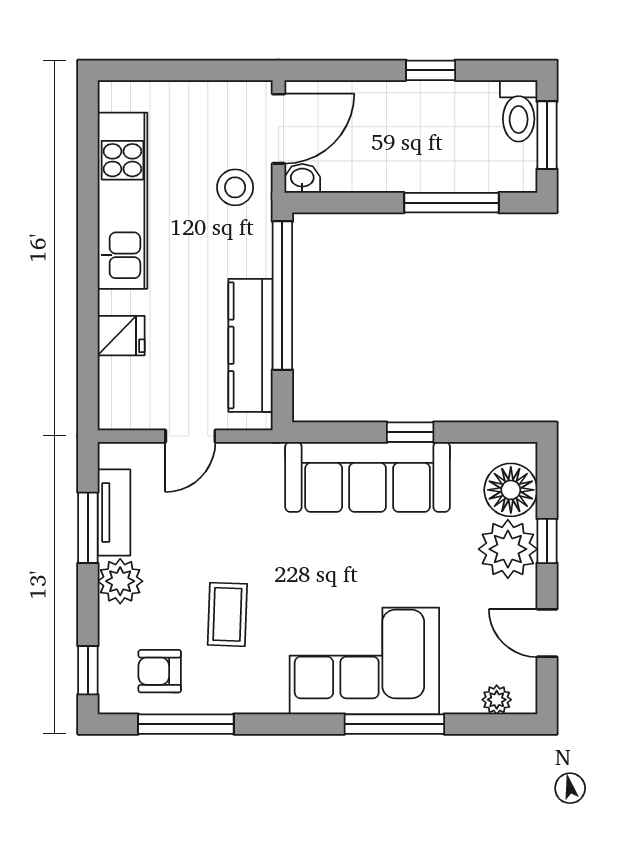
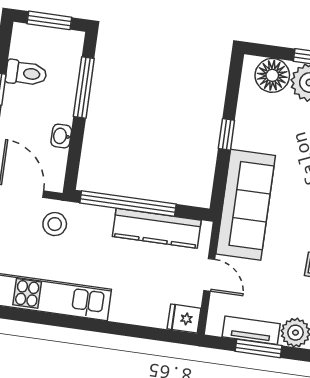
toilet: (519, 111) -> (26, 73), moved
washbasin: (302, 178) -> (61, 136), moved
fridge: (121, 336) -> (184, 319), moved, turned -90
sofa: (368, 477) -> (246, 205), moved

